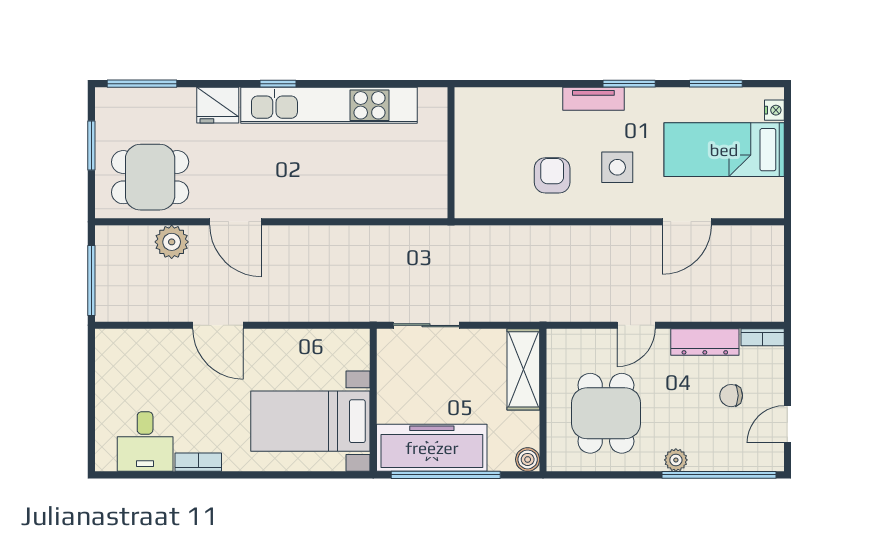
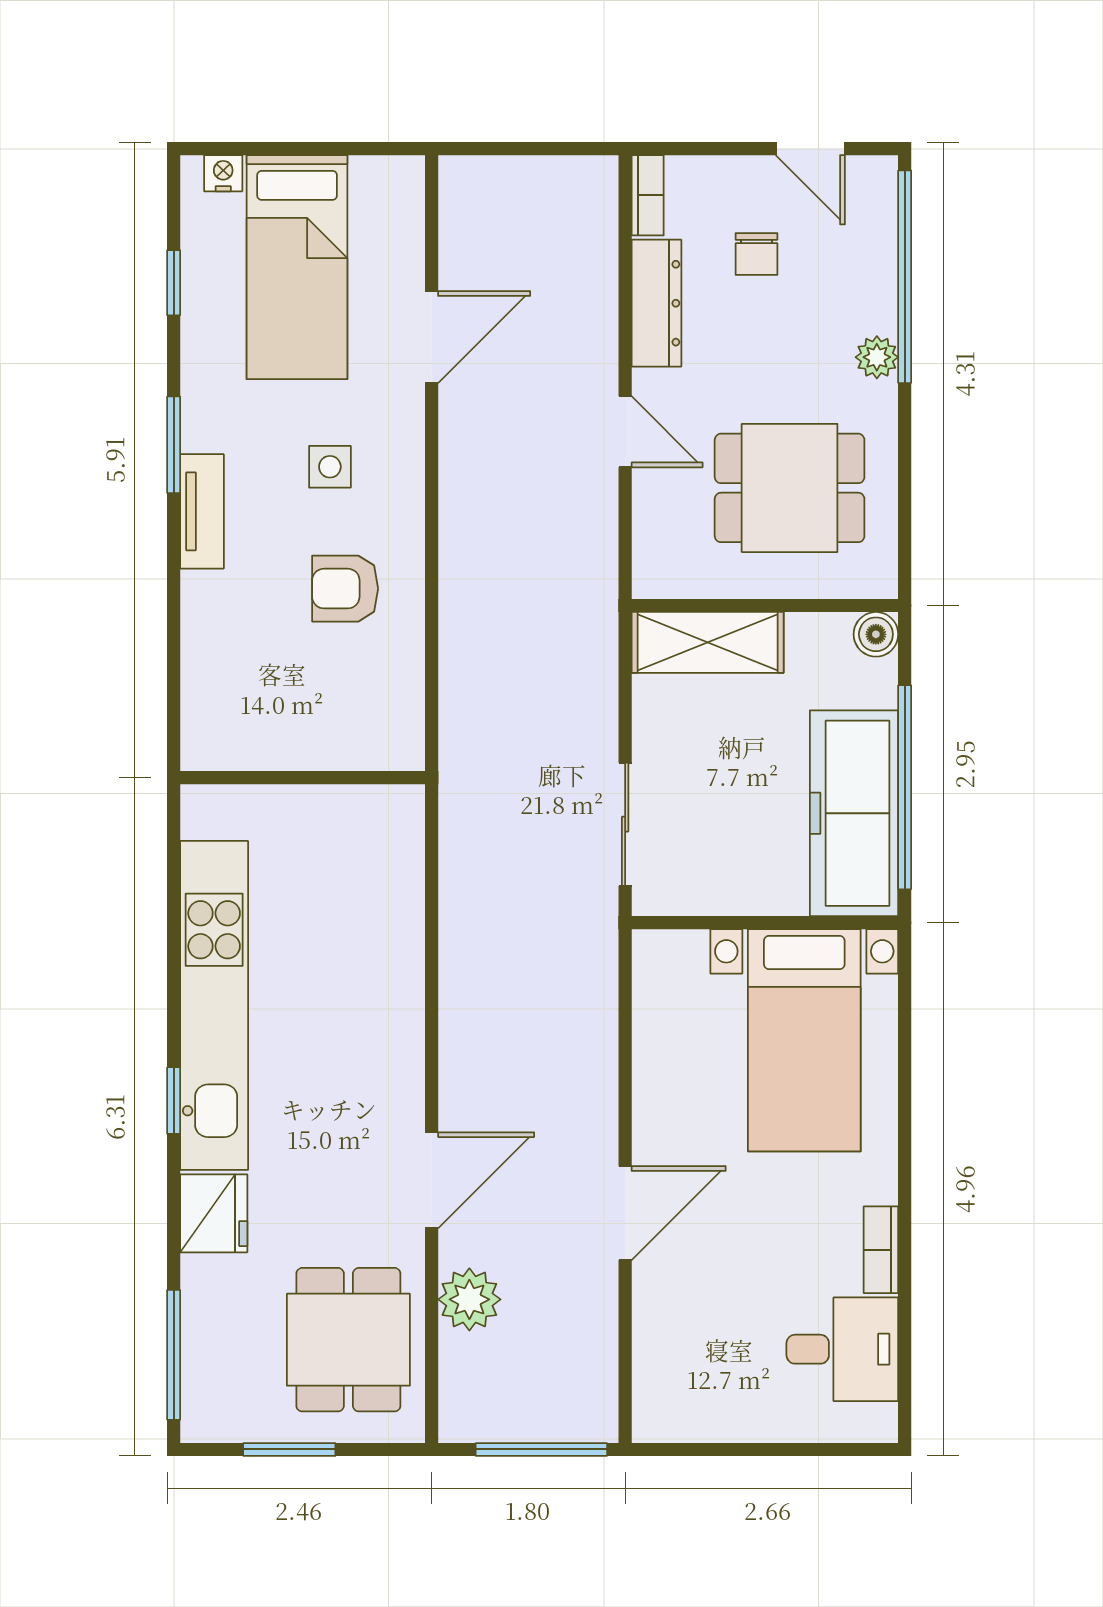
window: (716, 84) -> (174, 283), width x0.67
side table: (617, 167) -> (330, 467), width x0.73, depth x0.73
door: (687, 222) -> (432, 337), hinge flipped

